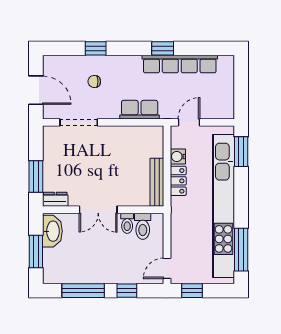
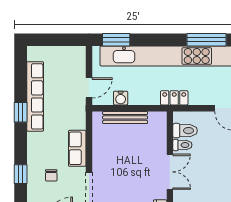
row of seats: (140, 110) -> (77, 148), moved
door: (189, 122) -> (89, 88), swing flipped
locker: (178, 181) -> (174, 98), moved
bench: (157, 182) -> (125, 117), moved

